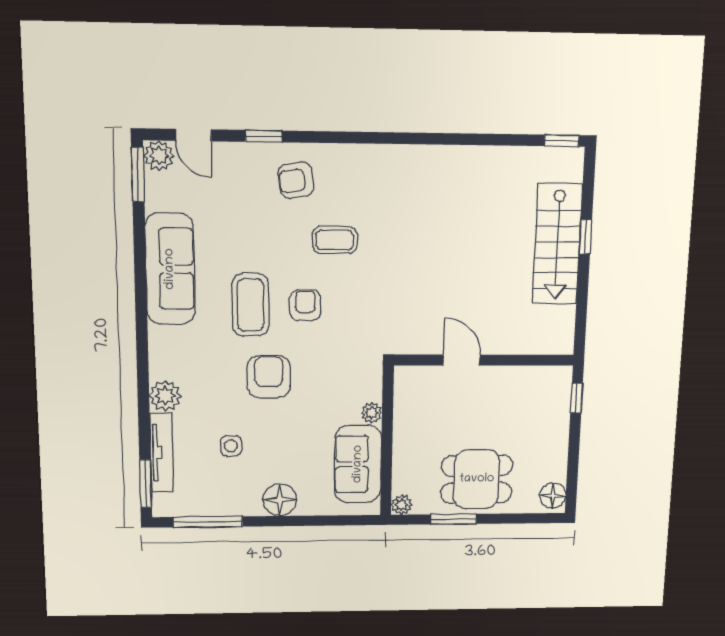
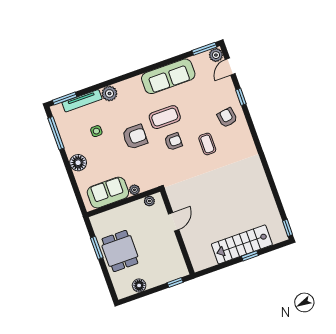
floor lamp: (553, 496) -> (139, 285), moved
plant: (401, 505) -> (149, 201), moved

